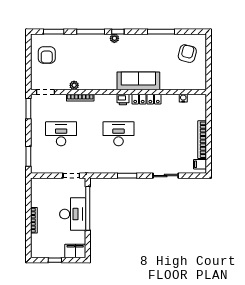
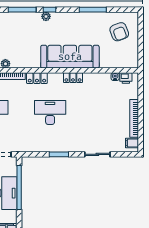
armchair: (187, 54) -> (119, 32), turned 144
sofa: (138, 81) -> (70, 57), width x1.36, depth x1.27
locker: (147, 99) -> (73, 78), width x0.66
locker: (105, 100) -> (37, 78), added
printer: (123, 100) -> (126, 78), moved

